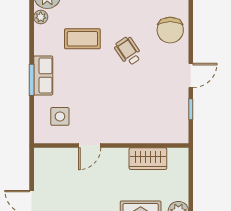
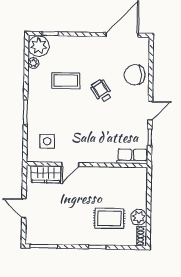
chair: (170, 30) -> (135, 75), turned 90
row of seats: (43, 75) -> (132, 156), moved, turned -90
wardrobe: (148, 159) -> (46, 174), moved

